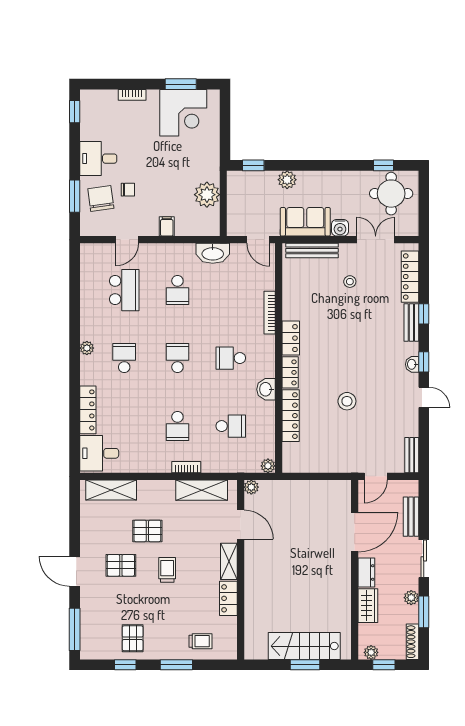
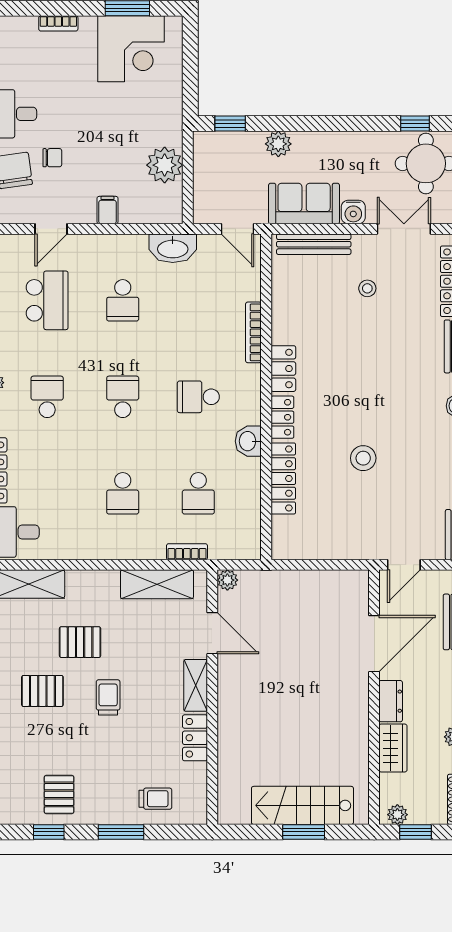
school desk: (231, 426) -> (198, 493), turned 90
plant: (268, 466) -> (251, 550), removed
bookcase: (186, 467) -> (187, 552), moved

